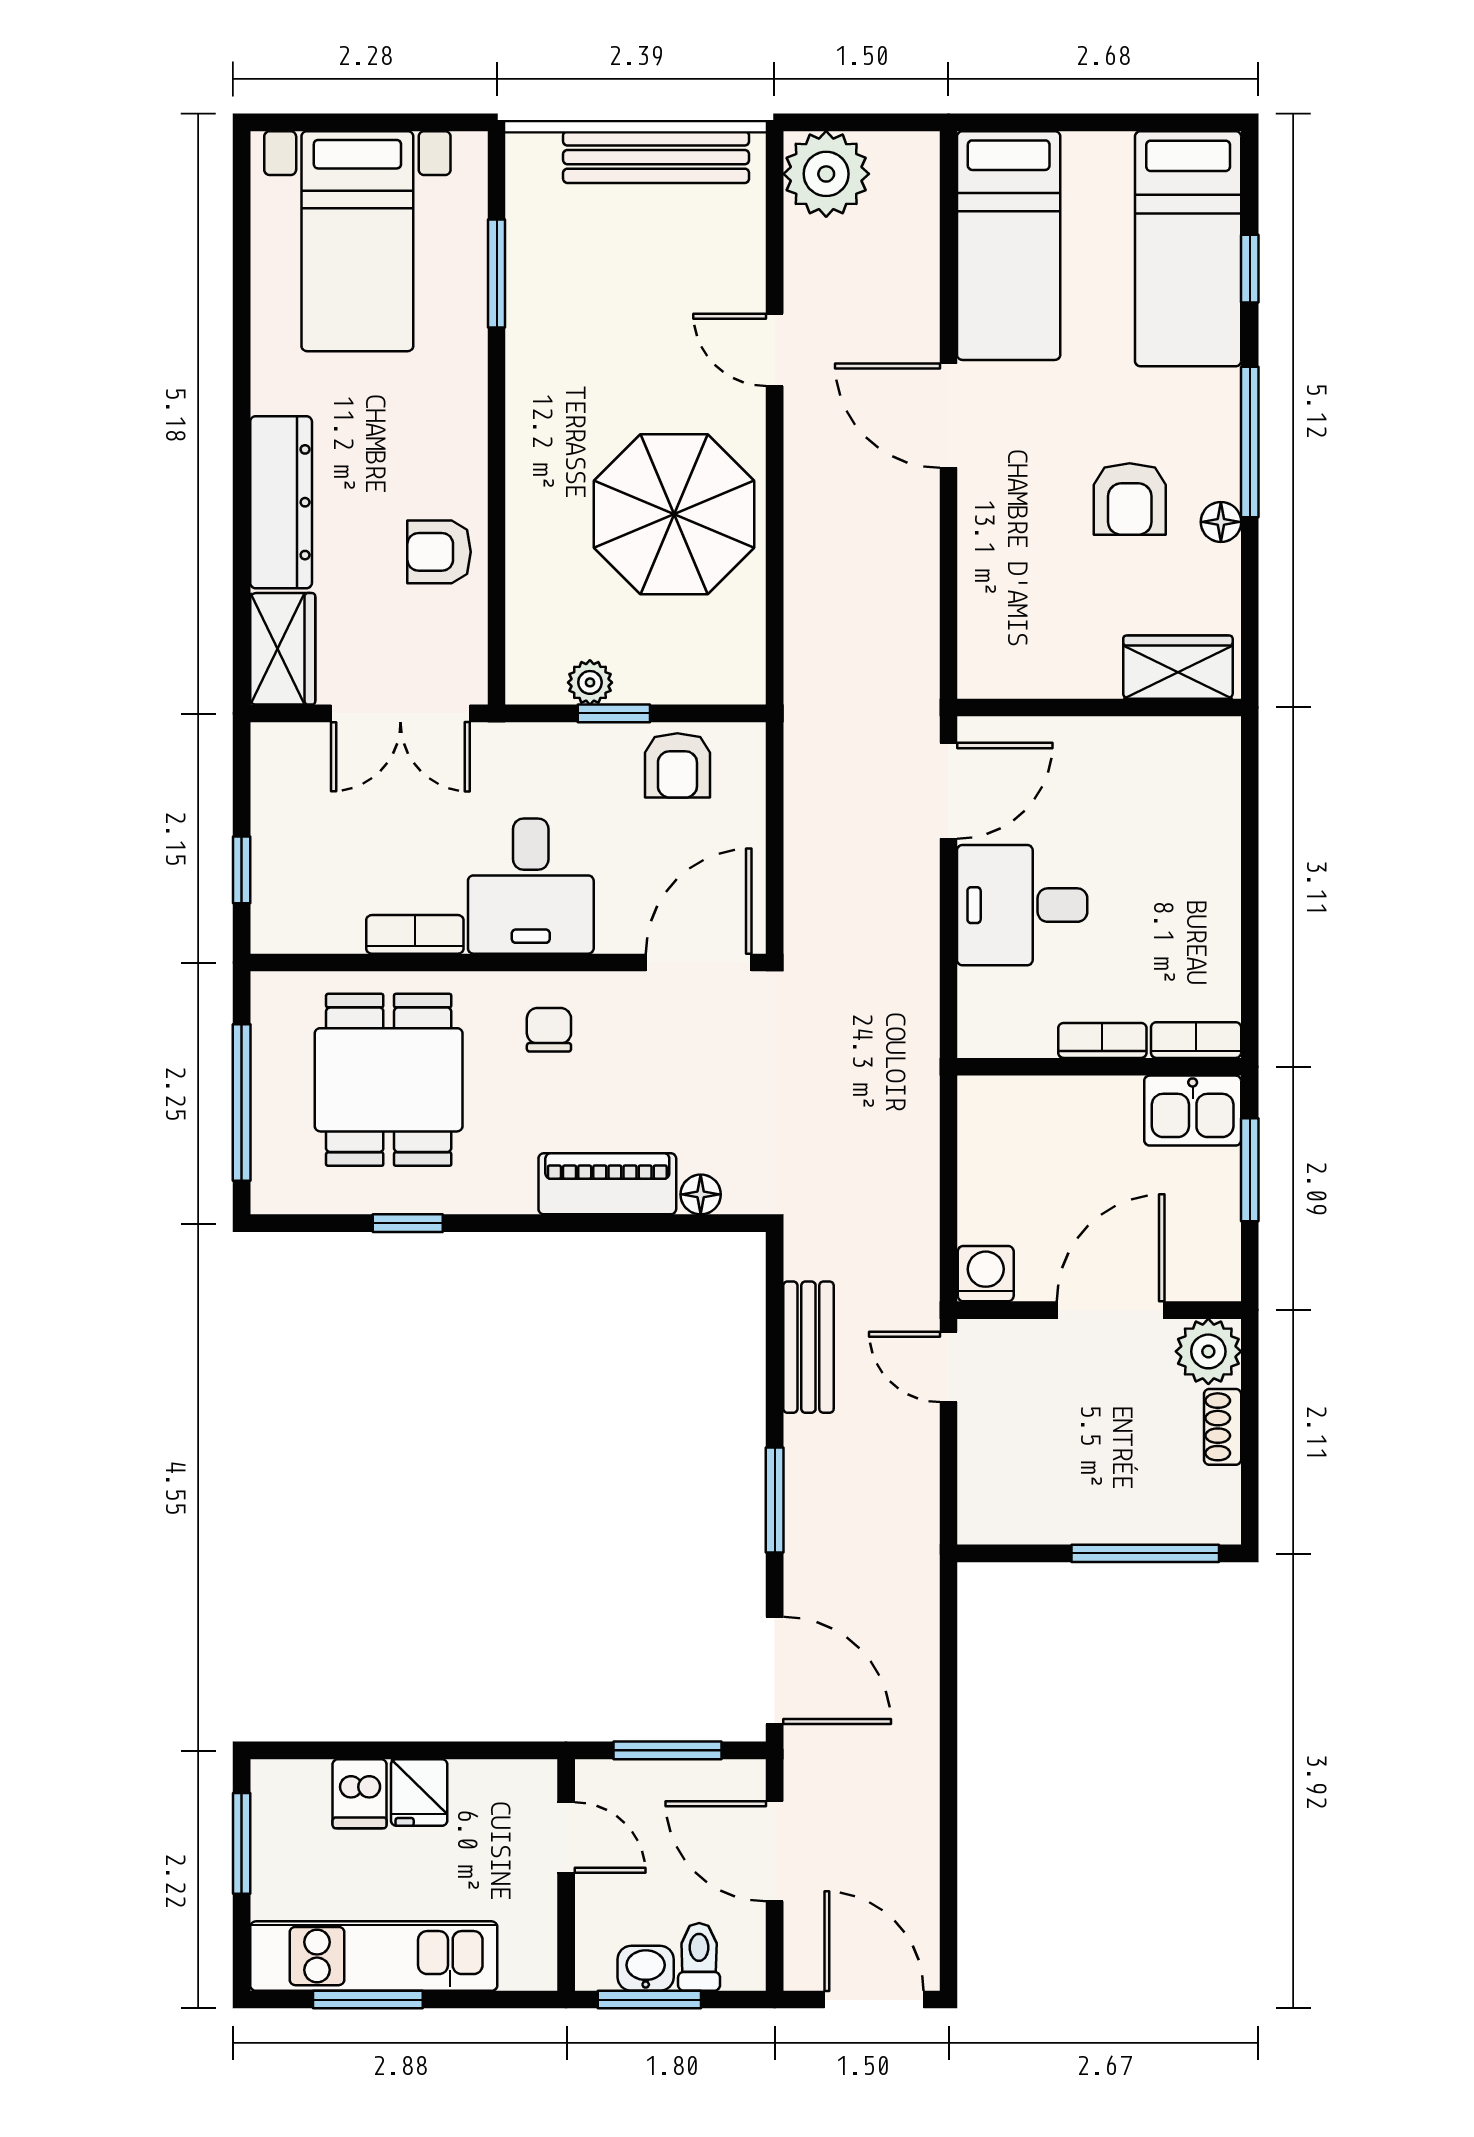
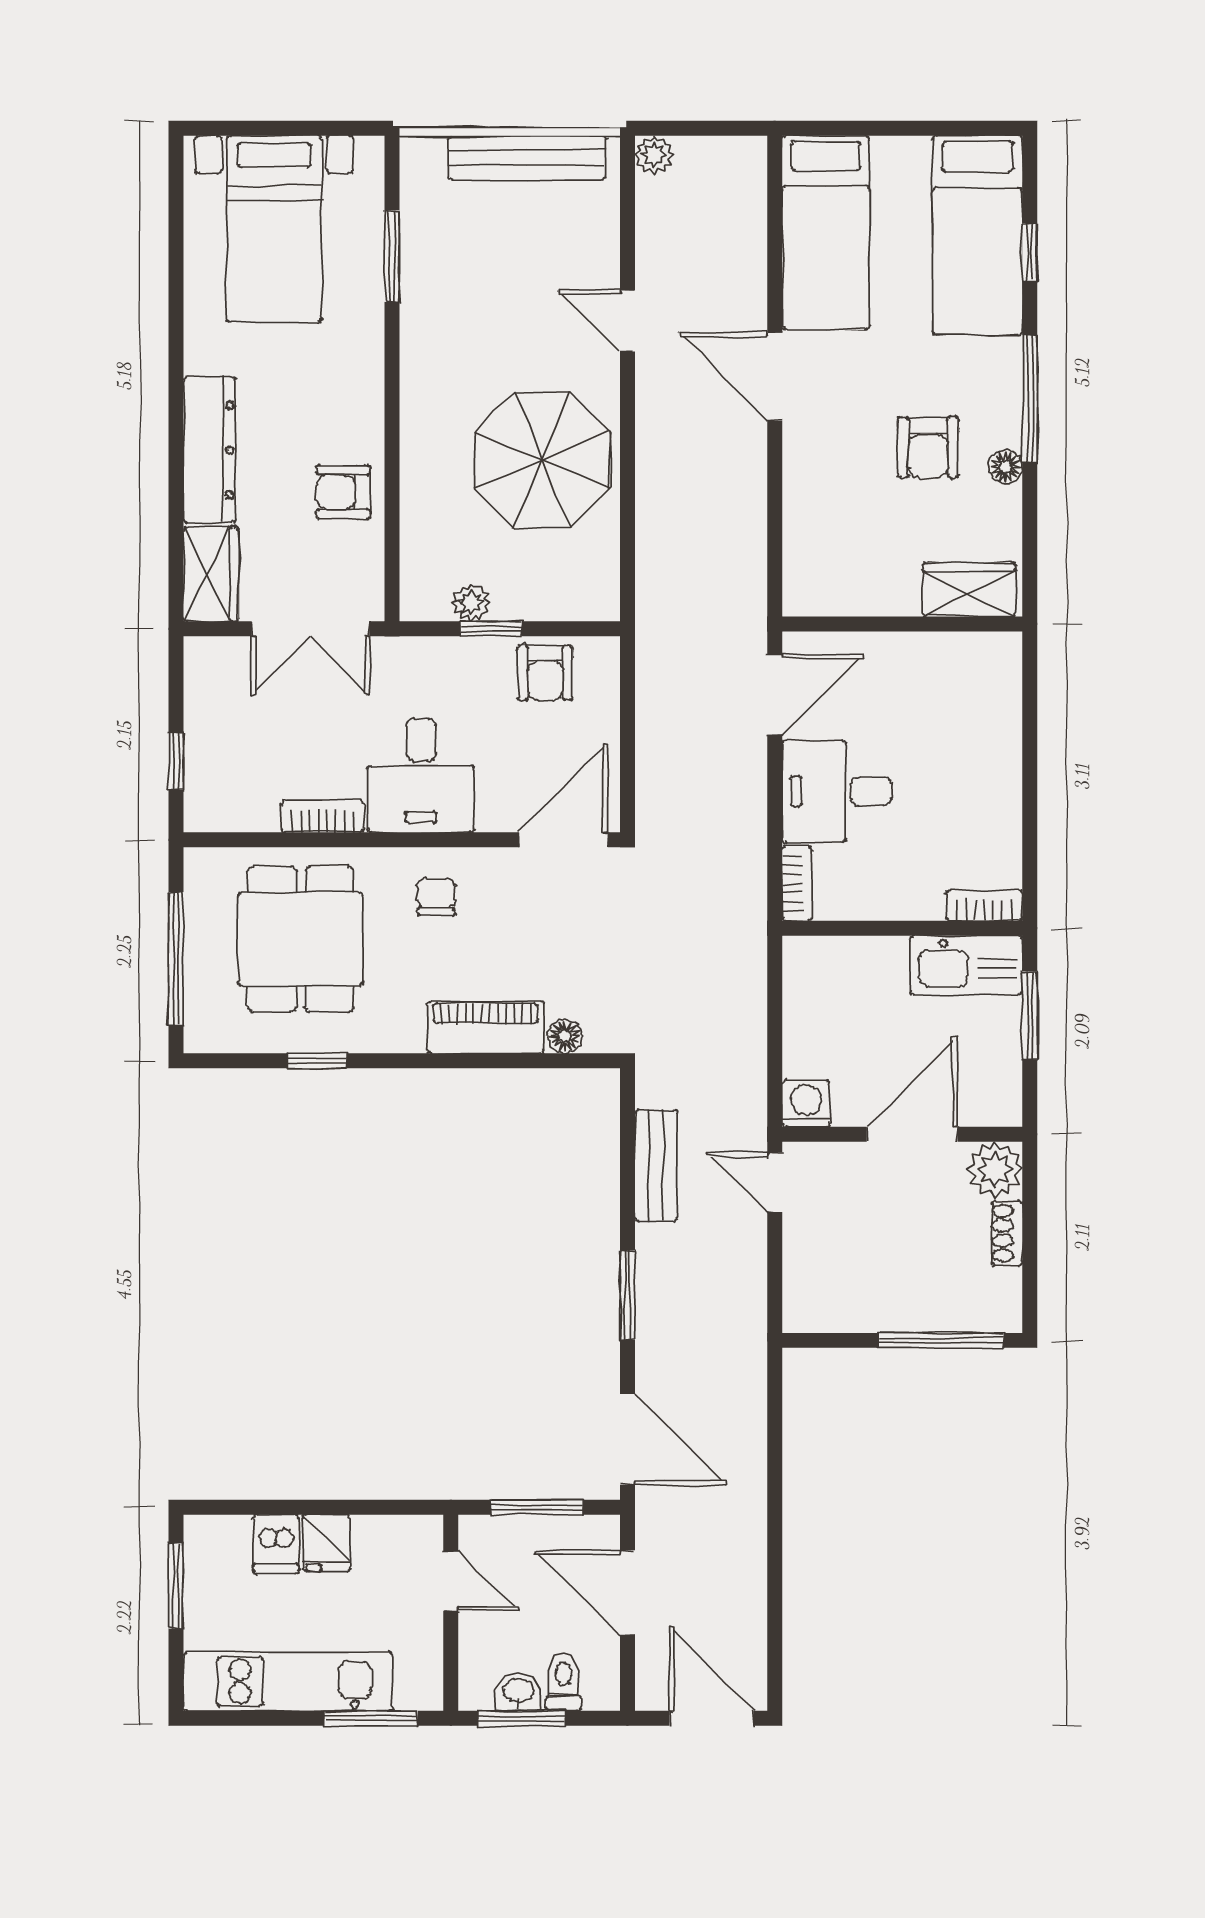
plant: (826, 174) -> (654, 155), width x0.53, depth x0.53
bookcase: (1102, 1040) -> (797, 884), moved, turned 90
kitchen sink: (1193, 1111) -> (966, 965), width x1.38
window: (368, 2000) -> (371, 1718), moved

